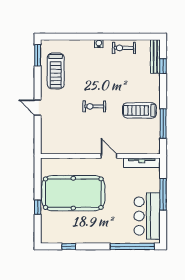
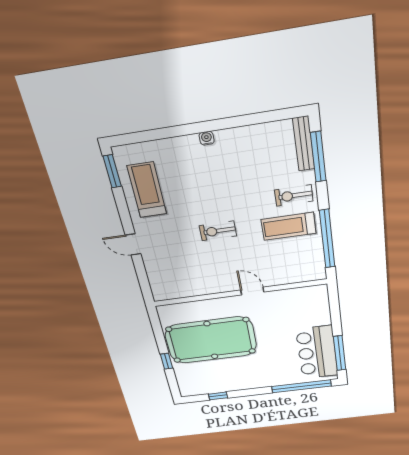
exercise bike: (124, 48) -> (294, 195), moved
window: (163, 66) -> (318, 157), width x2.17
treadmill: (56, 71) -> (147, 190), turned 180
window: (163, 123) -> (327, 239), width x1.46
tv unit: (142, 163) -> (301, 293), removed
window: (163, 194) -> (340, 353), moved

